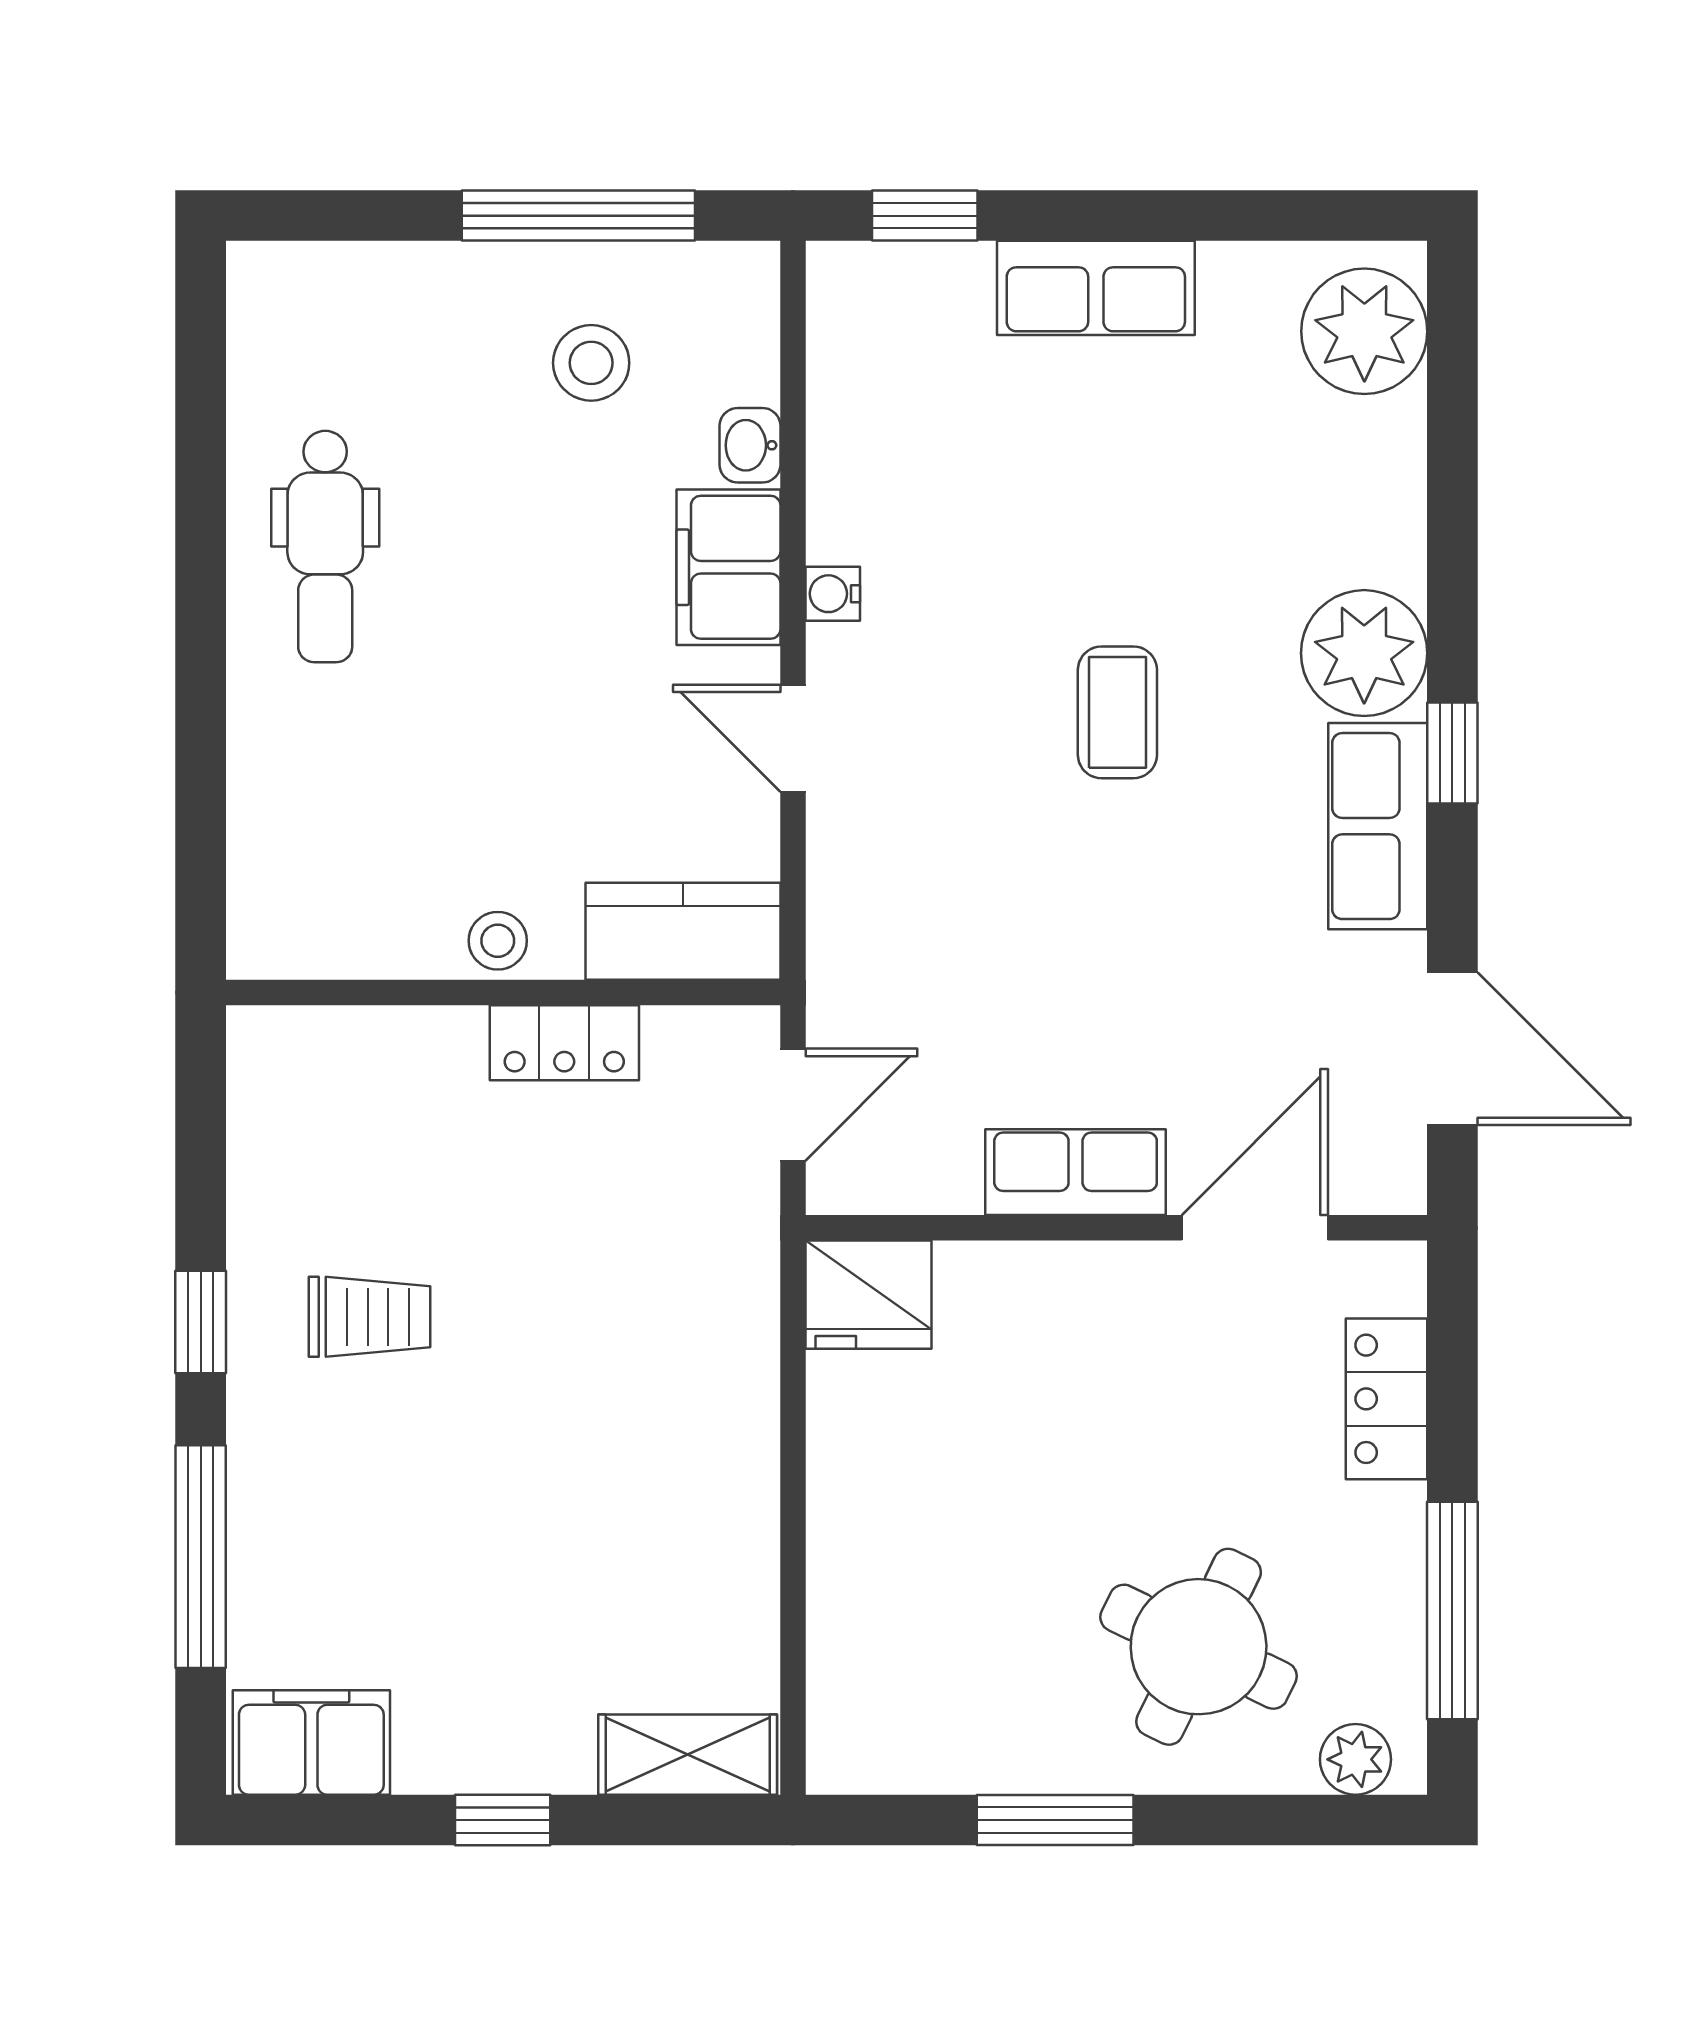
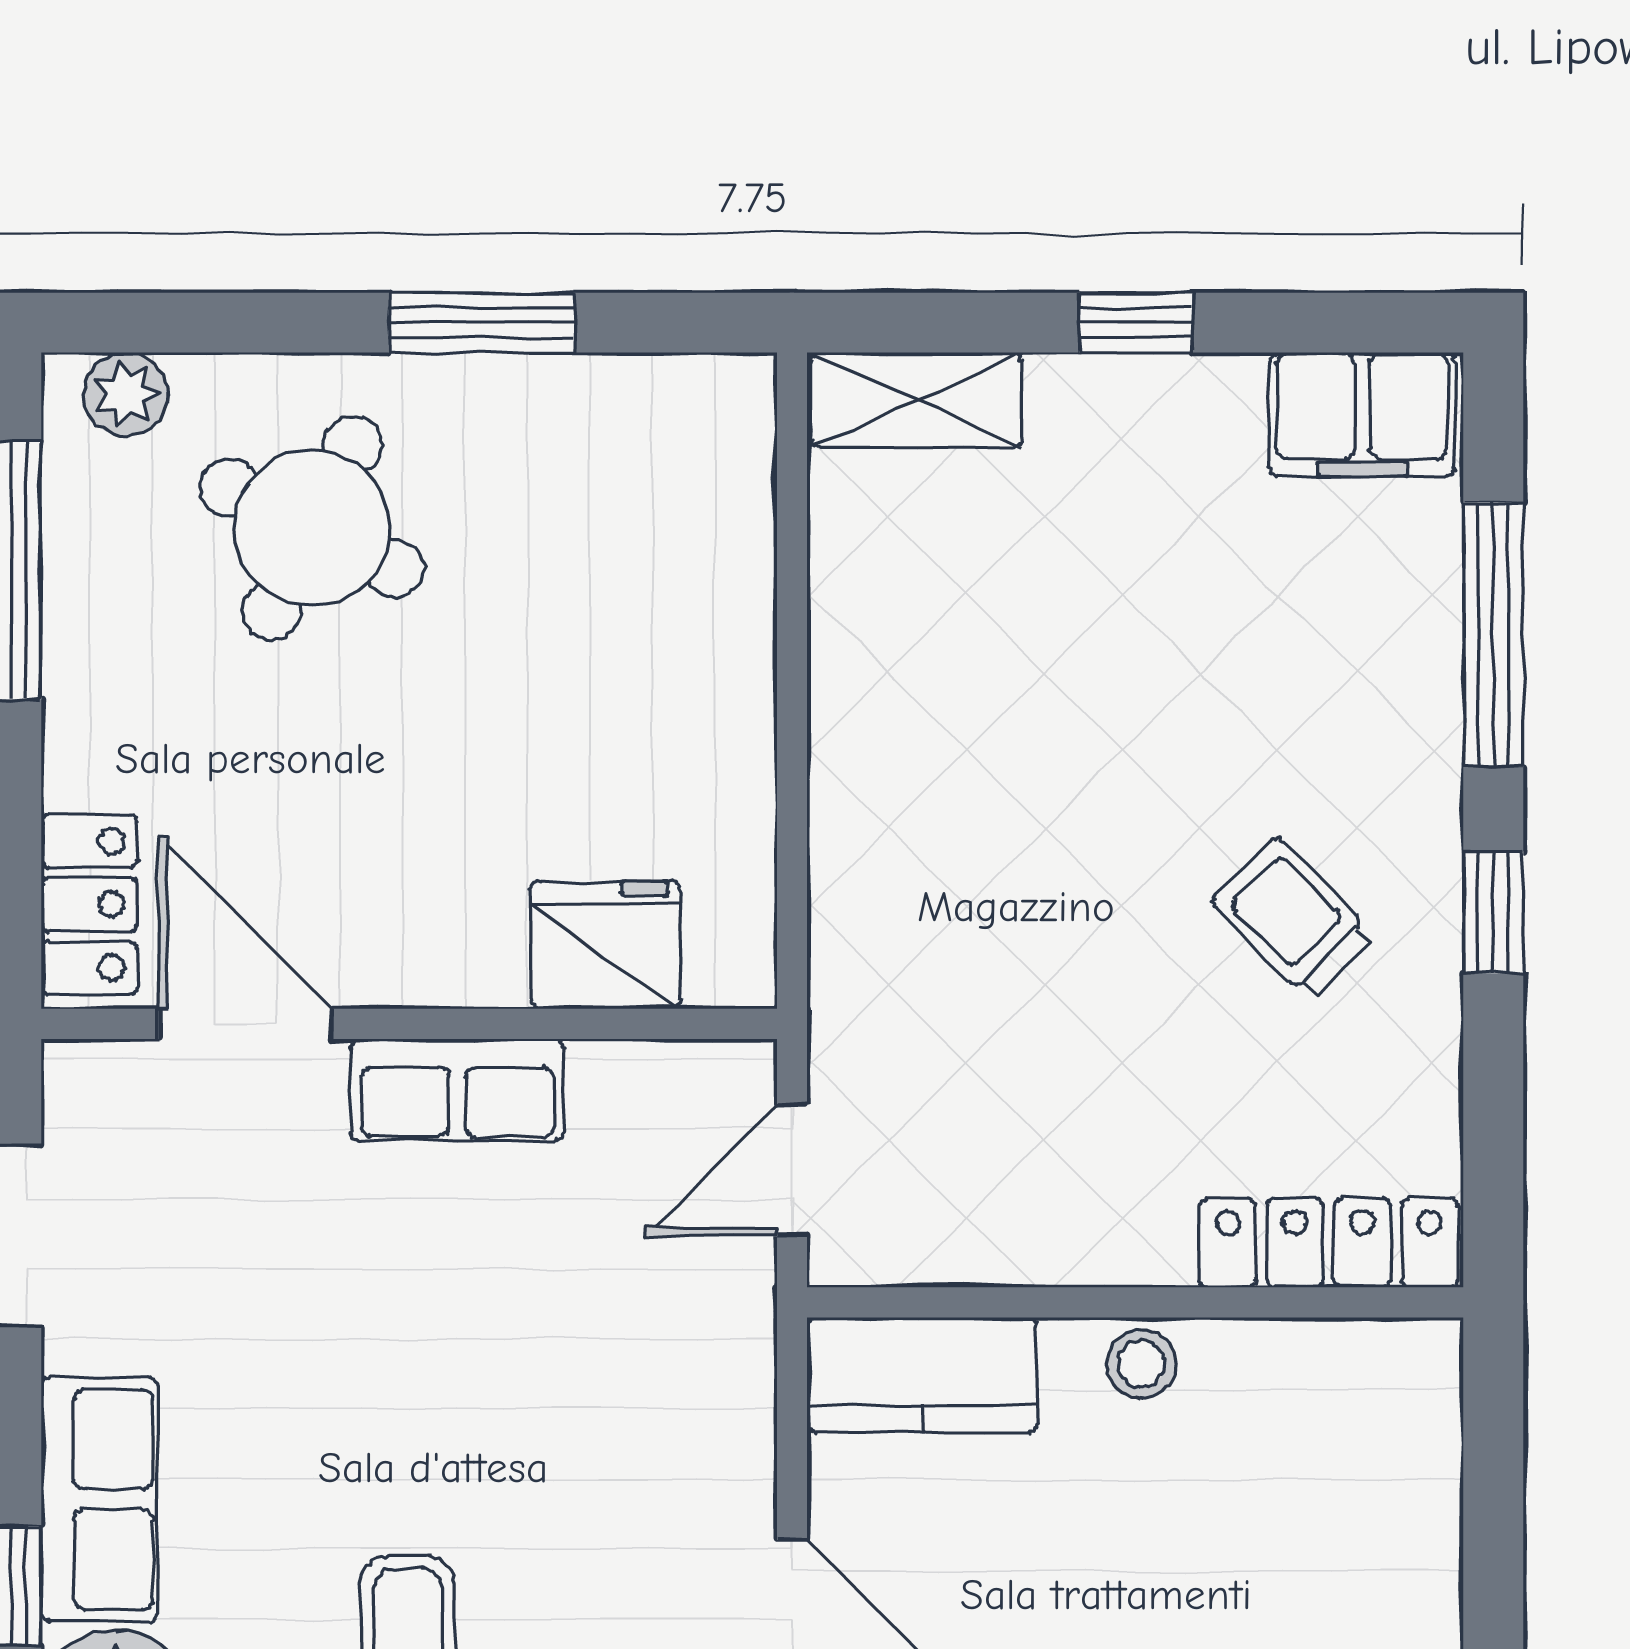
locker: (564, 1043) -> (1329, 1243), moved, width x1.53
door: (1255, 1228) -> (245, 1024), swing flipped
fridge: (868, 1295) -> (606, 945), moved
trolley: (370, 1317) -> (1293, 919), turned 45
locker: (1386, 1399) -> (89, 905), moved

